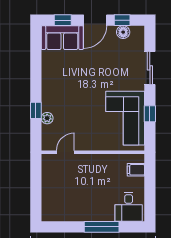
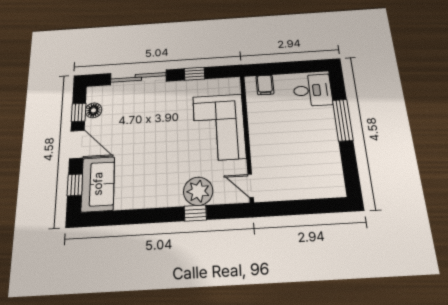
sliding door: (150, 68) -> (138, 77), width x1.37
plant: (47, 118) -> (198, 191), width x1.87, depth x1.87
corner sofa: (125, 118) -> (219, 127), moved, turned 90
door: (65, 152) -> (251, 186), moved

